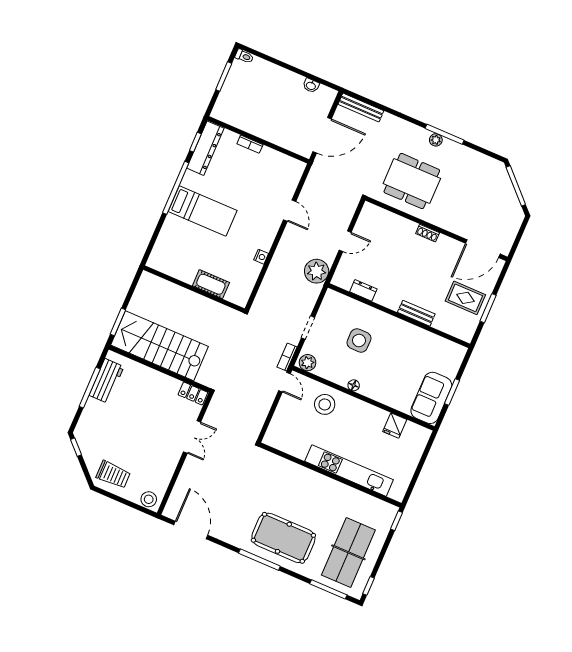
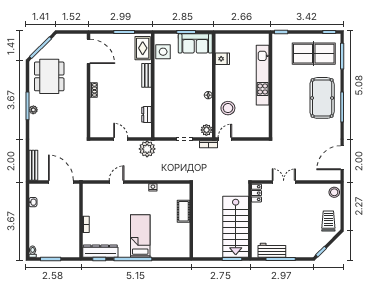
dining table: (412, 181) -> (49, 76), moved
rug: (465, 298) -> (143, 48), moved
side table: (359, 340) -> (163, 52), moved

